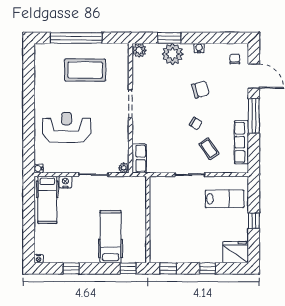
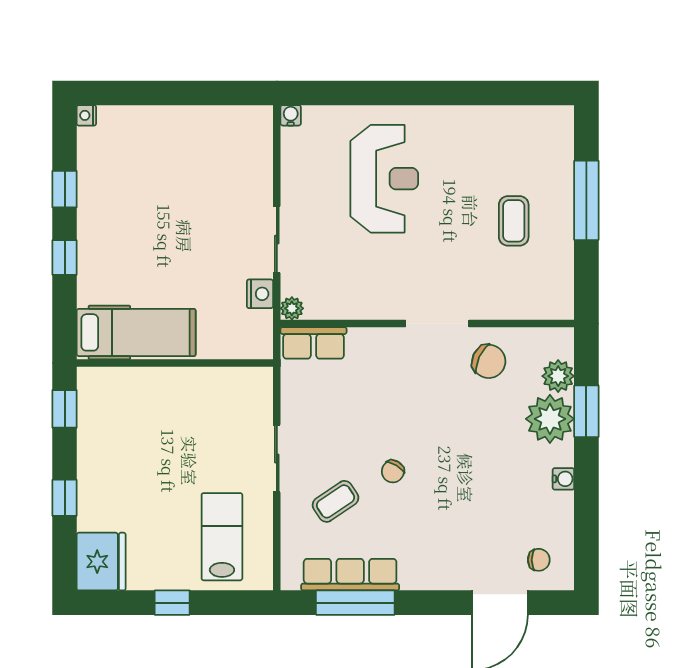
window: (76, 38) -> (586, 200), width x0.68
plant: (139, 50) -> (558, 376), moved
coffee table: (85, 70) -> (514, 221), width x0.54, depth x0.58
chair: (201, 89) -> (489, 361), moved, turned -49
window: (254, 116) -> (355, 603), moved
nightstand: (65, 182) -> (260, 294), moved
lab bench: (225, 199) -> (222, 537), turned 180
hospital bed: (47, 200) -> (220, 135), removed
hospital bed: (111, 237) -> (136, 332), moved
window: (128, 268) -> (65, 258), moved

